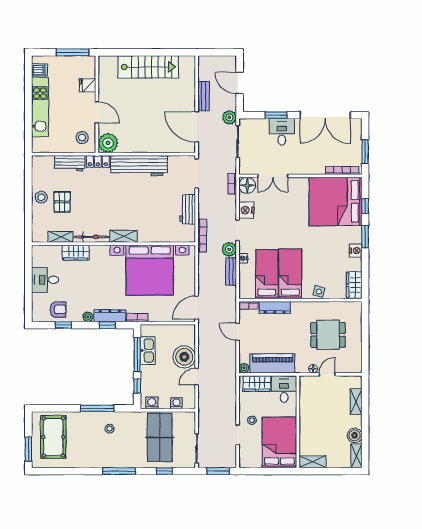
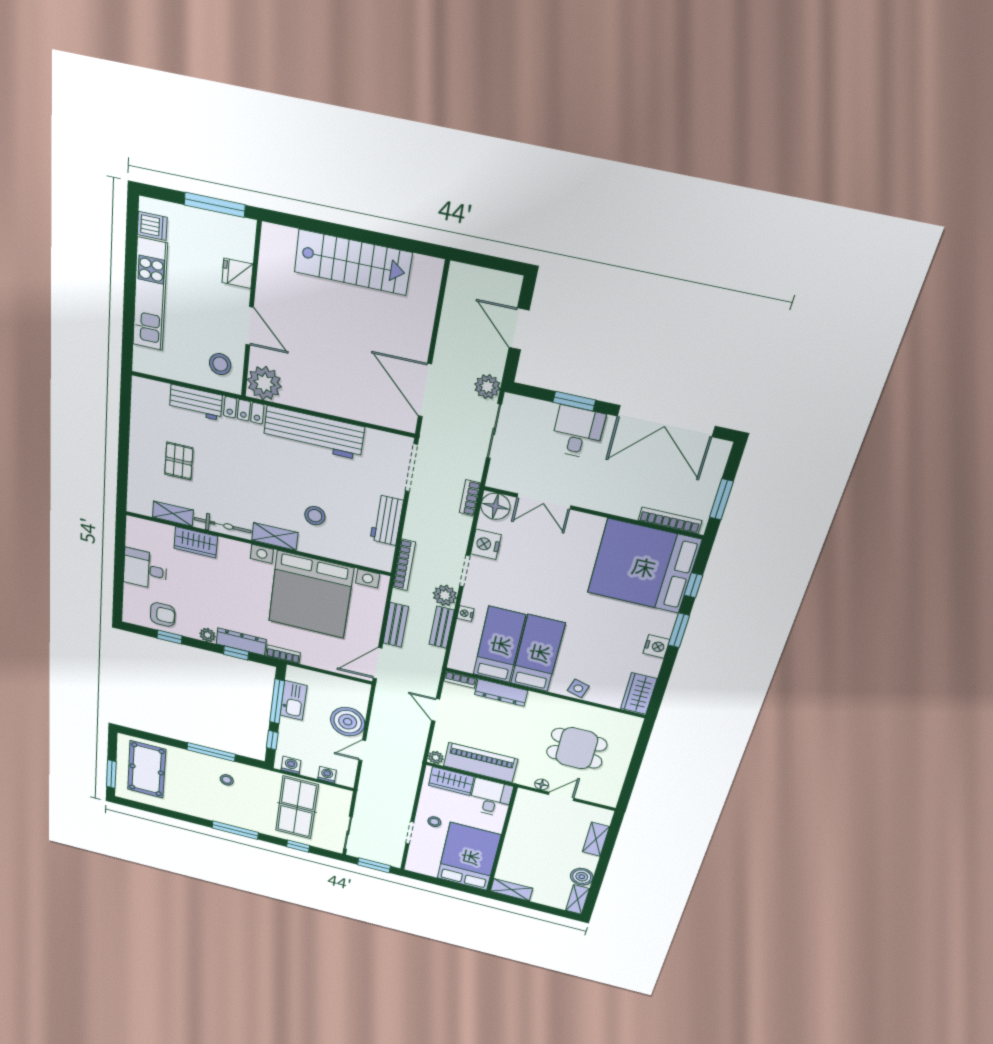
bench: (204, 96) -> (396, 625), moved
stool: (41, 197) -> (315, 516), moved

